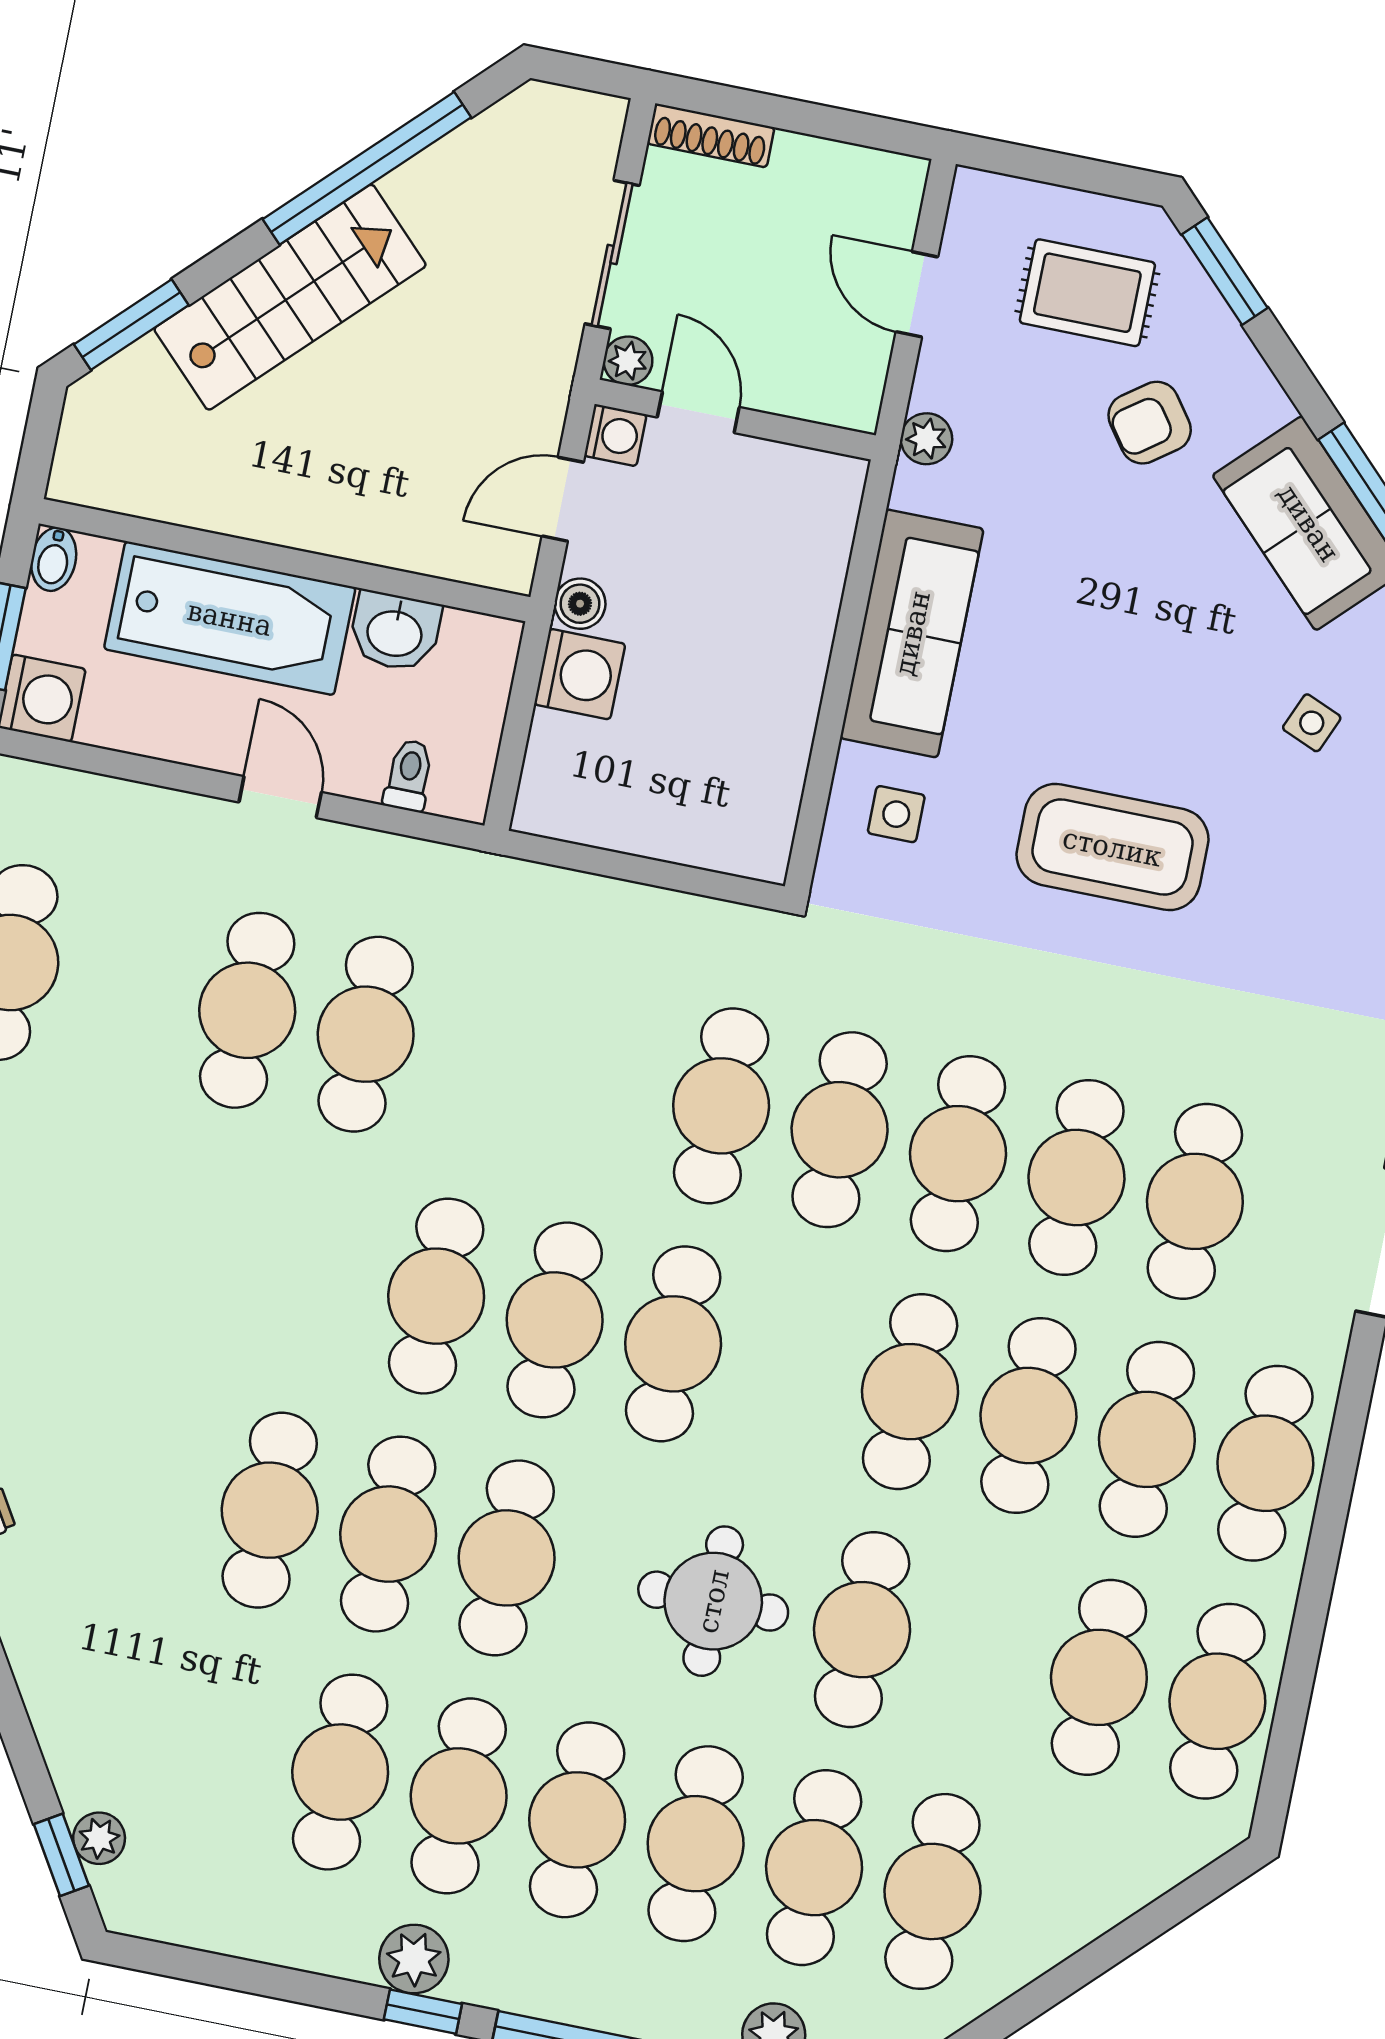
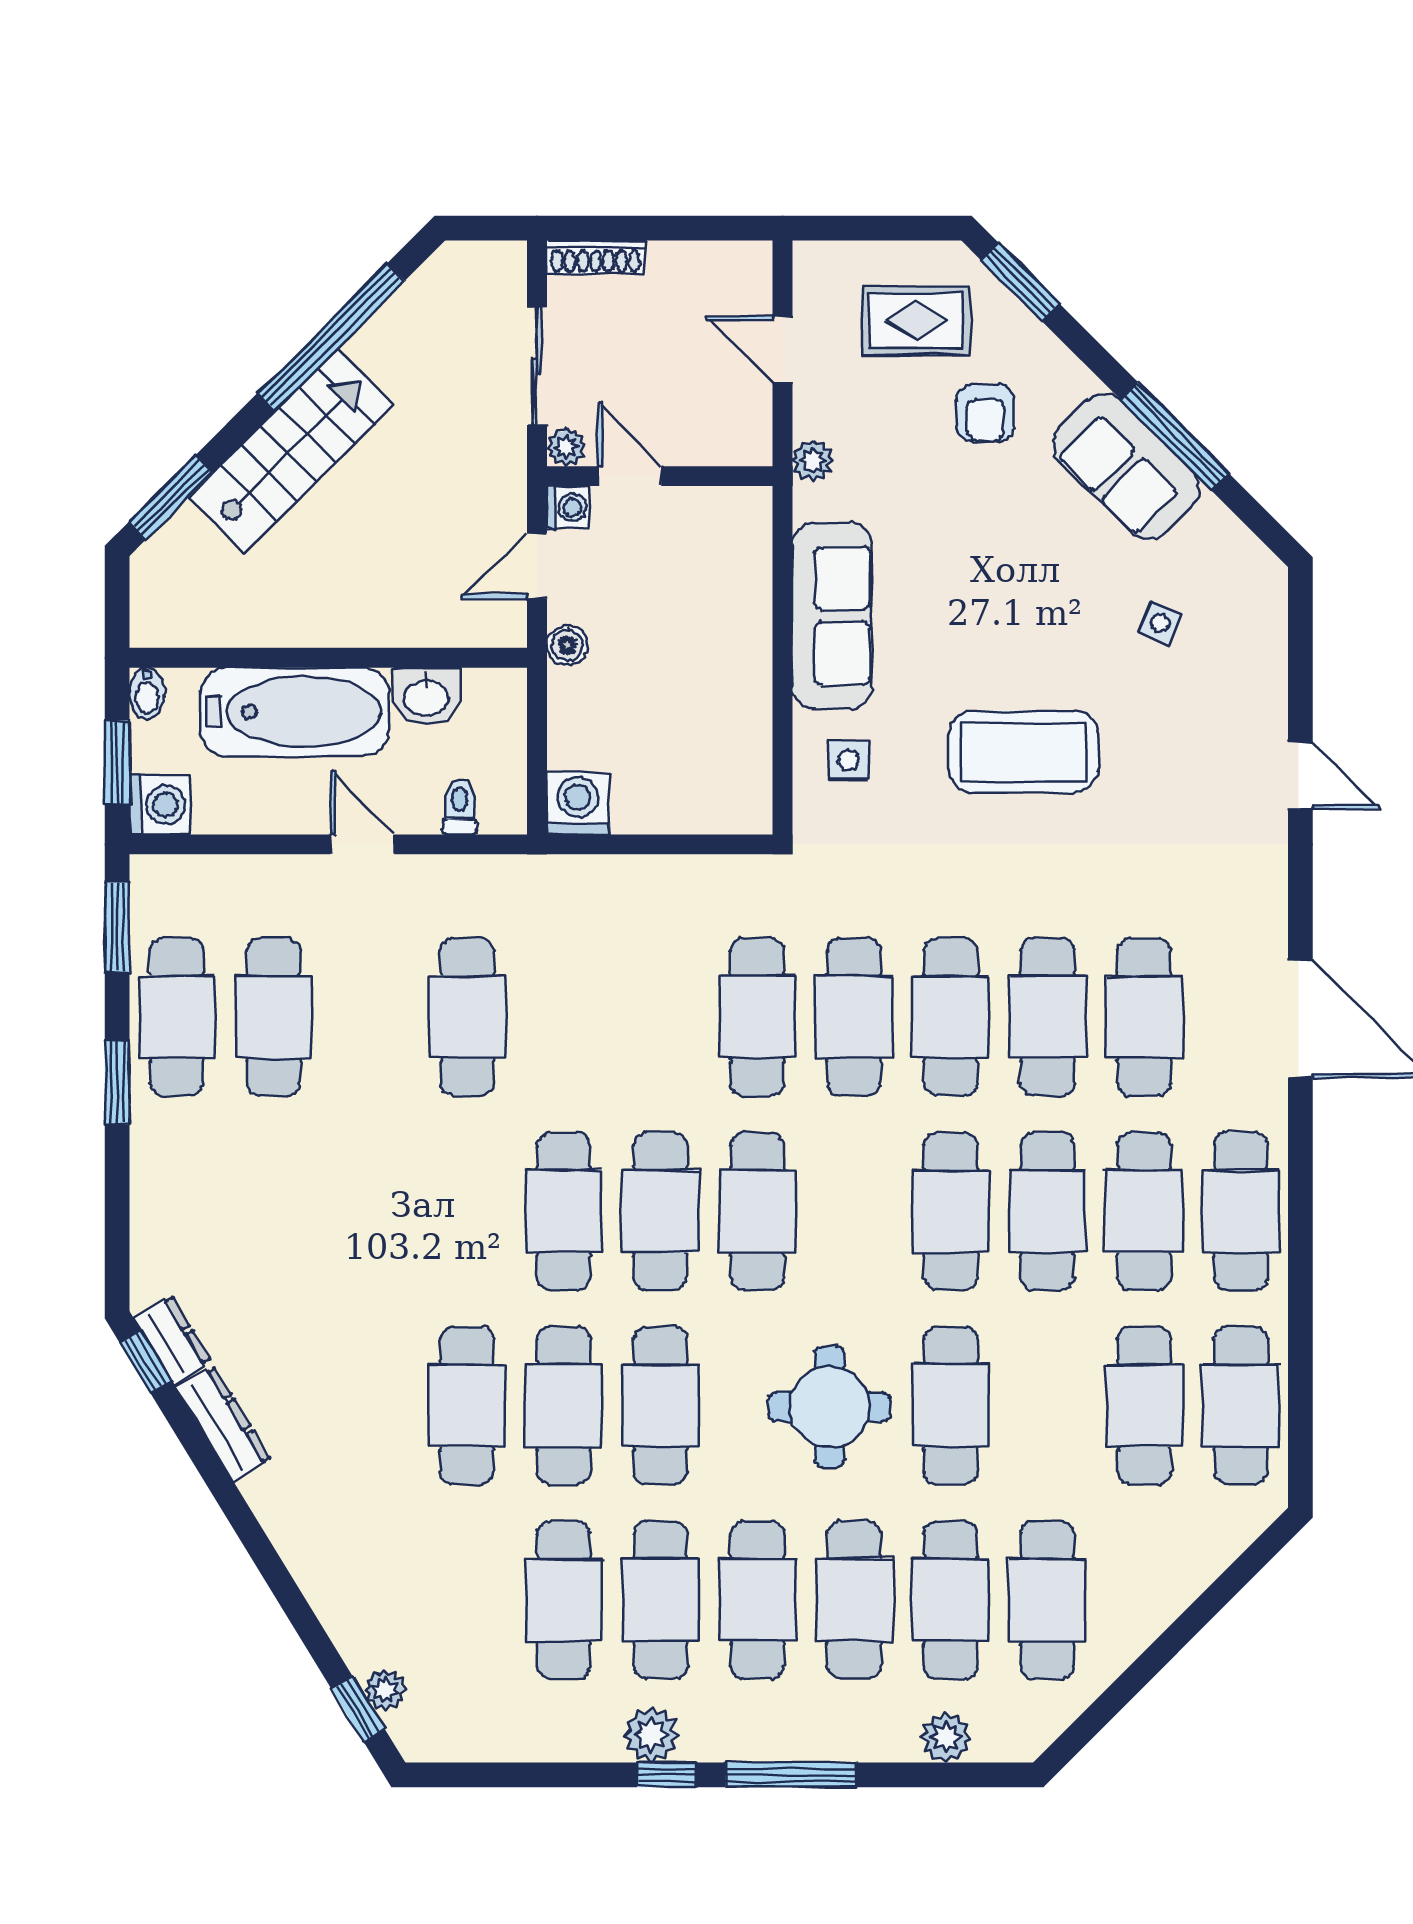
armchair: (1150, 423) -> (985, 413), turned -54
washing machine: (580, 674) -> (578, 803), moved, turned -90
cafe table: (247, 1010) -> (274, 1017), moved

